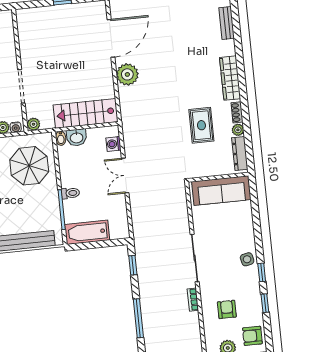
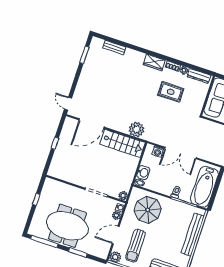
door: (111, 38) -> (92, 123), swing flipped
plant: (127, 74) -> (137, 129), moved
wardrobe: (230, 78) -> (154, 62), width x0.67
stairs: (86, 113) -> (122, 143), moved, turned -90
double door: (125, 176) -> (181, 153), width x1.37
bathtub: (87, 232) -> (204, 187), width x1.36, depth x1.36

